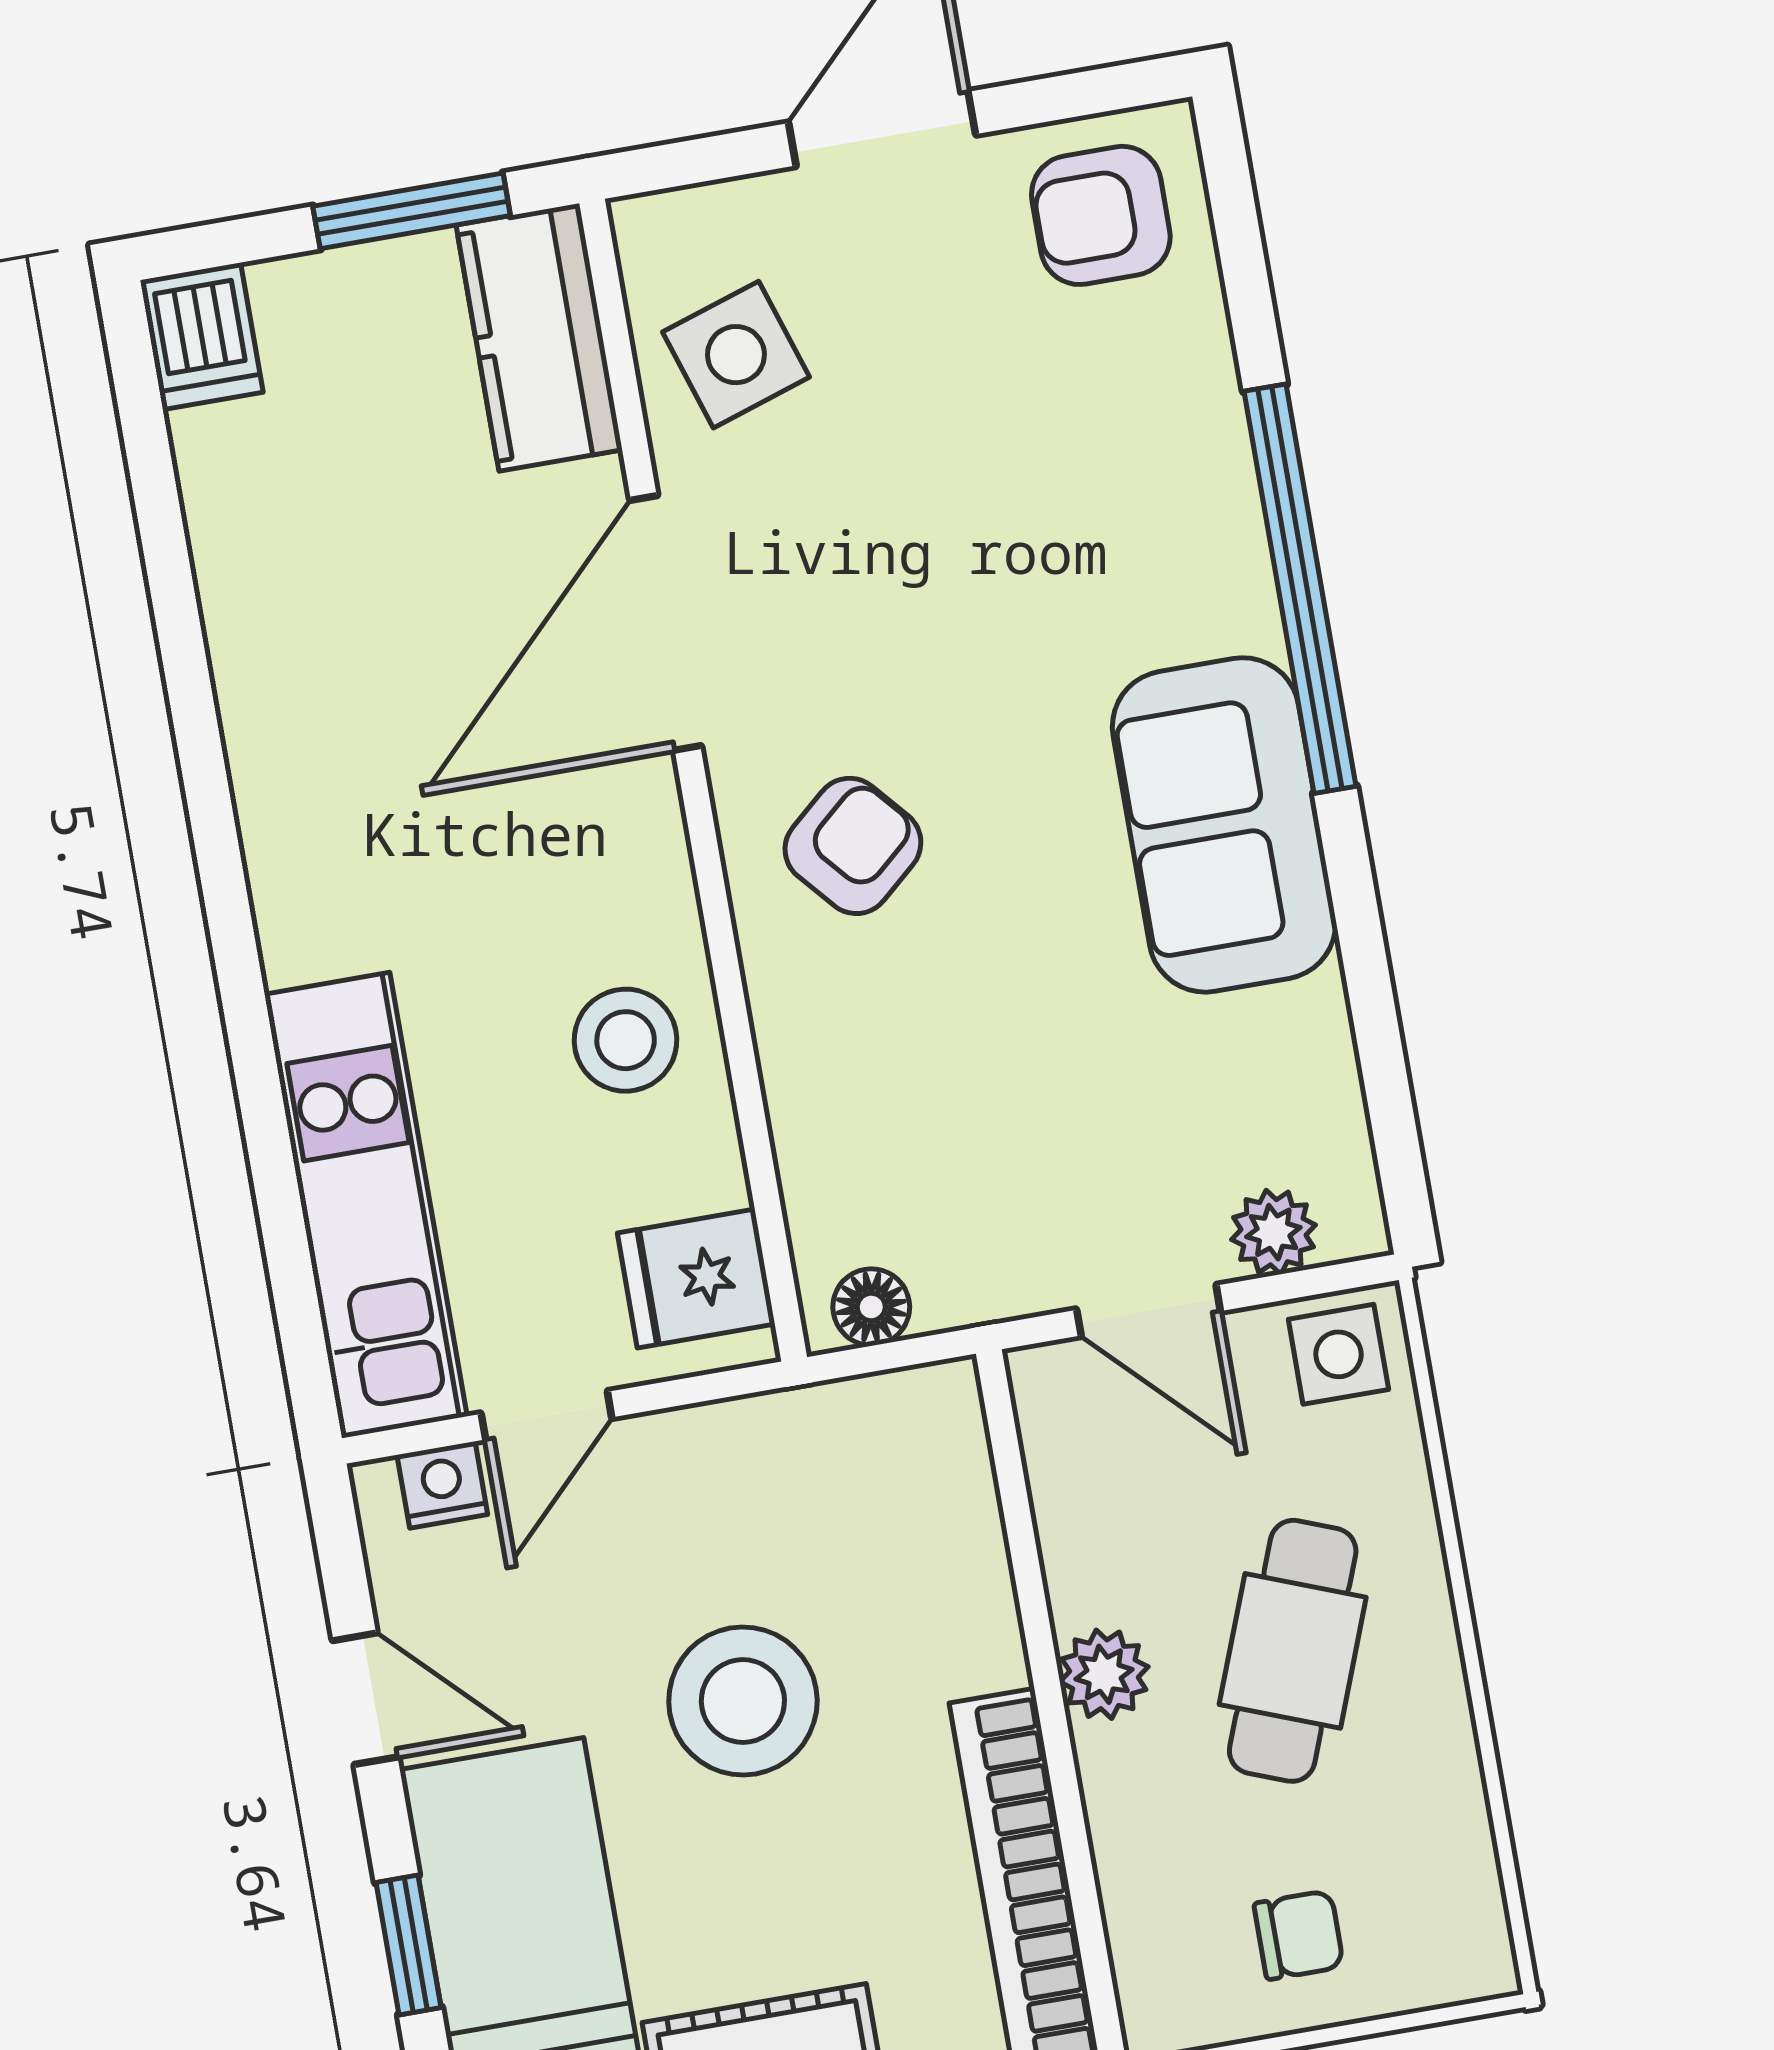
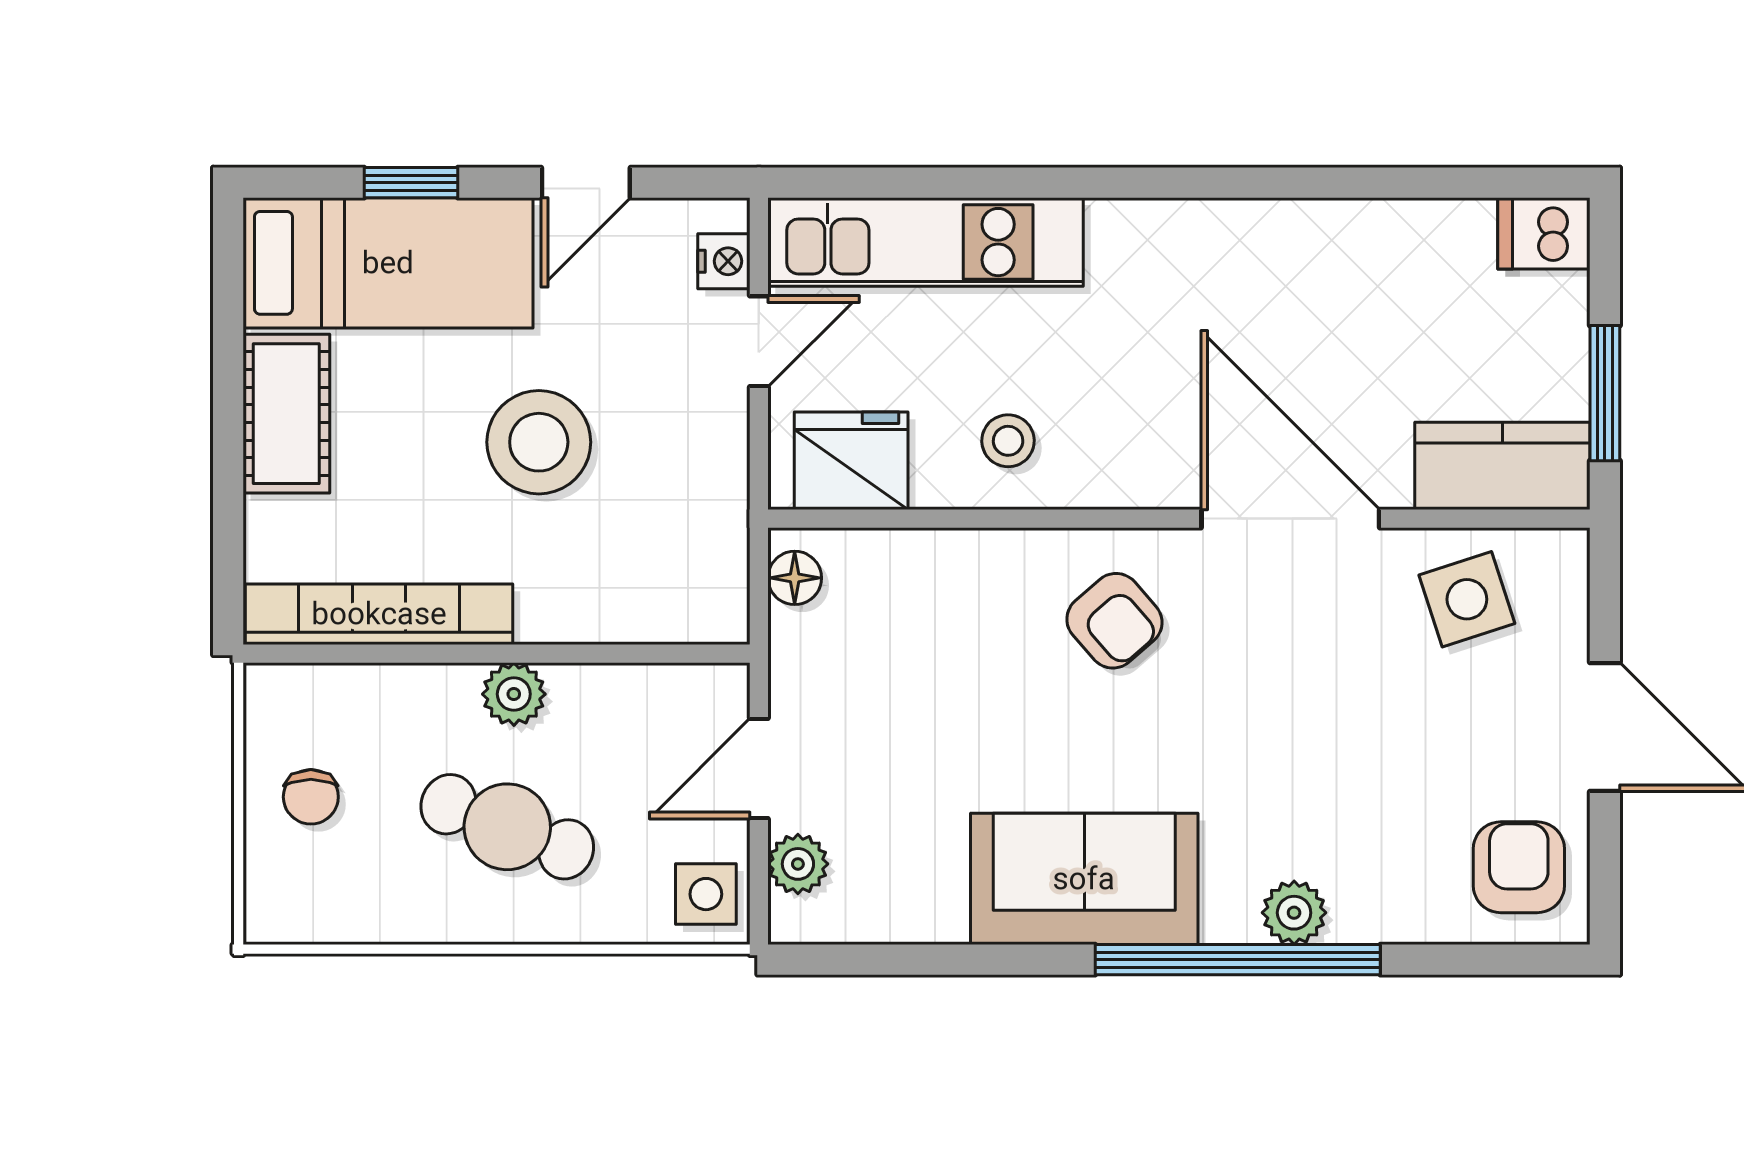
plant: (1220, 521) -> (1294, 913), added
stool: (626, 1040) -> (1008, 441), width x0.73, depth x0.73
fridge: (696, 1279) -> (851, 461), width x1.38
door: (546, 1416) -> (759, 341), swing flipped

